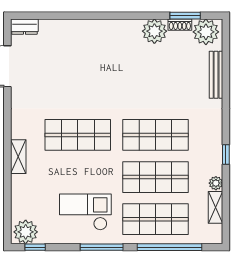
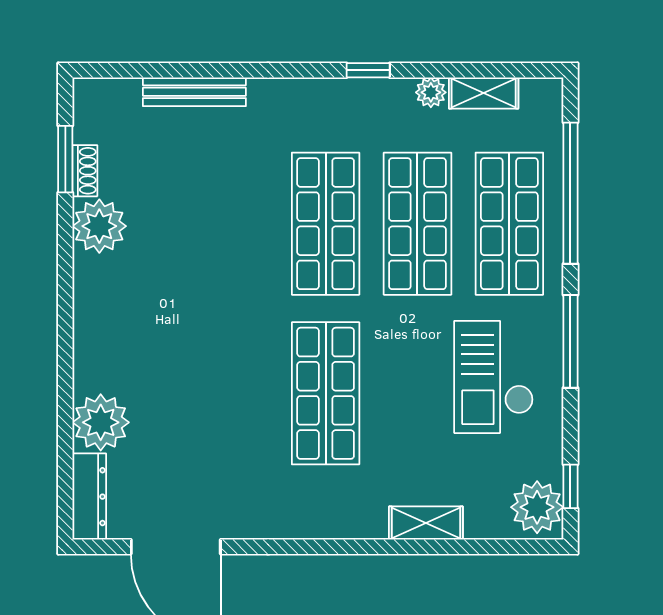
dresser: (24, 27) -> (89, 497), width x1.44
plant: (206, 32) -> (101, 422), moved
shelving: (18, 157) -> (426, 523), moved

